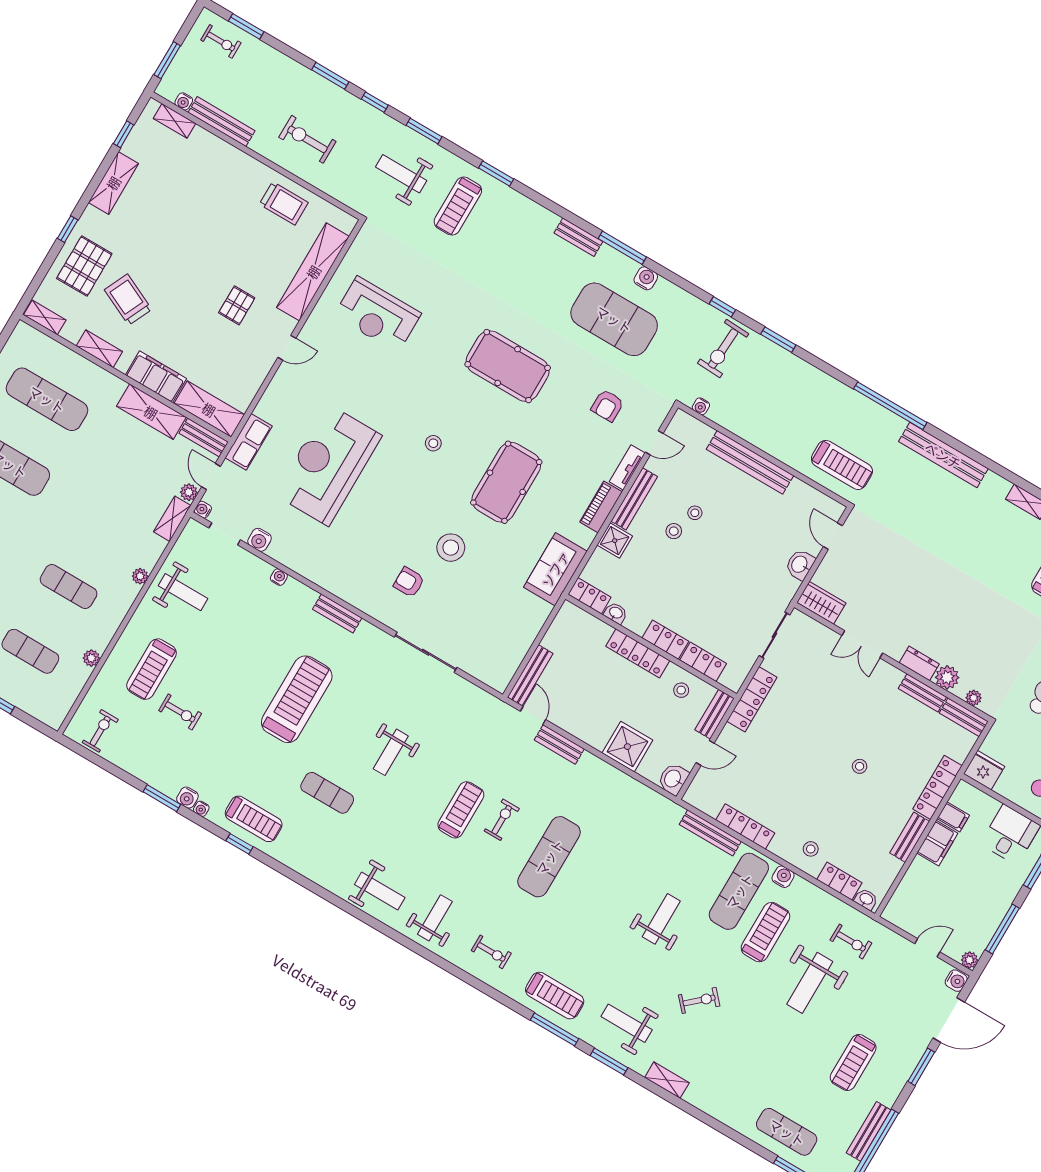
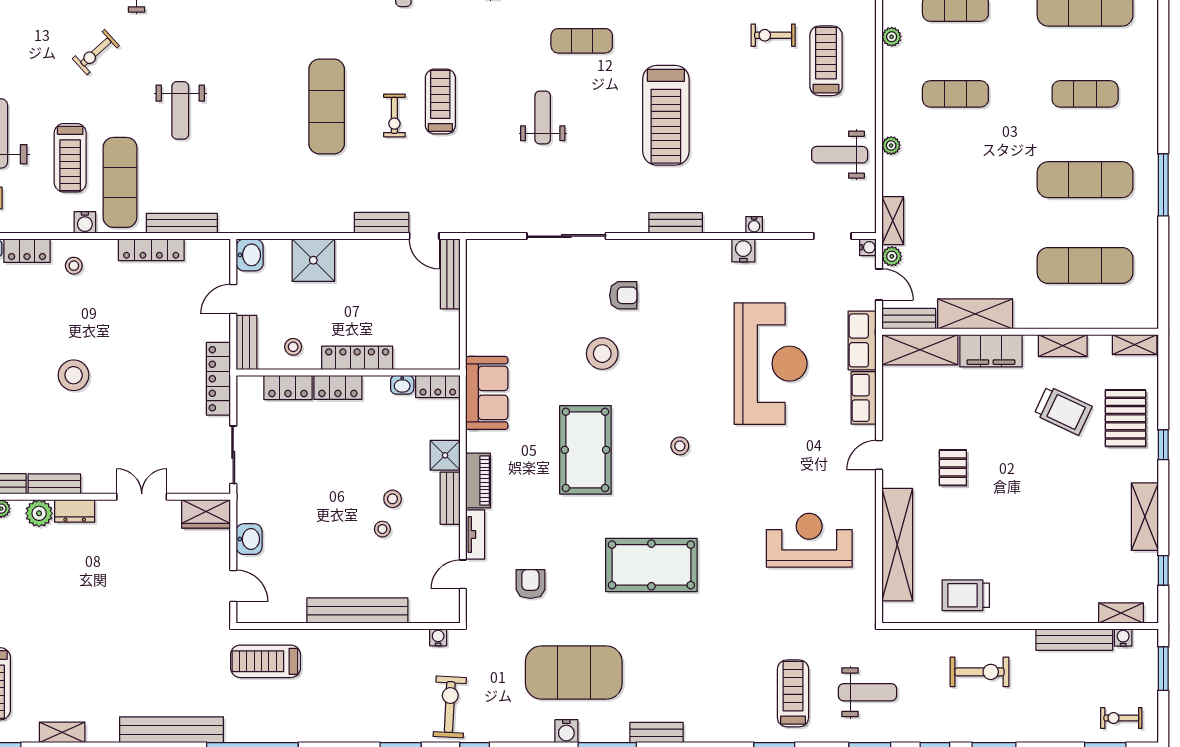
row of seats: (273, 398) -> (864, 398), added
bench: (634, 499) -> (450, 498), width x0.73
water cooler: (260, 540) -> (743, 250), moved
stool: (860, 766) -> (74, 375), width x1.89, depth x1.89
treadmill: (461, 810) -> (440, 102), turned 180

